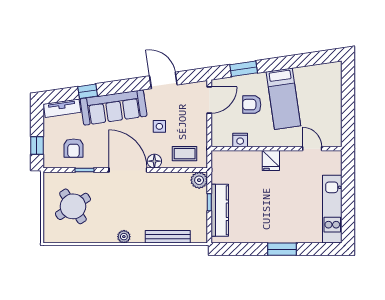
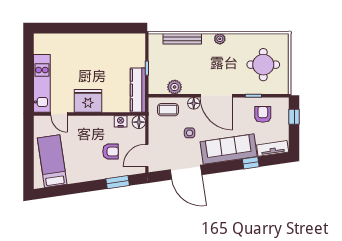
door: (163, 80) -> (186, 172), width x1.36
bed: (283, 99) -> (52, 161), moved
floor lamp: (219, 139) -> (139, 122), added
fridge: (271, 161) -> (88, 101), width x1.88, depth x1.34
plant: (199, 180) -> (175, 87), moved
round table: (73, 206) -> (263, 65), turned 33
kitchen unit: (332, 209) -> (42, 83), moved
kitchen counter: (220, 210) -> (138, 90), moved
window: (282, 249) -> (85, 28), removed

